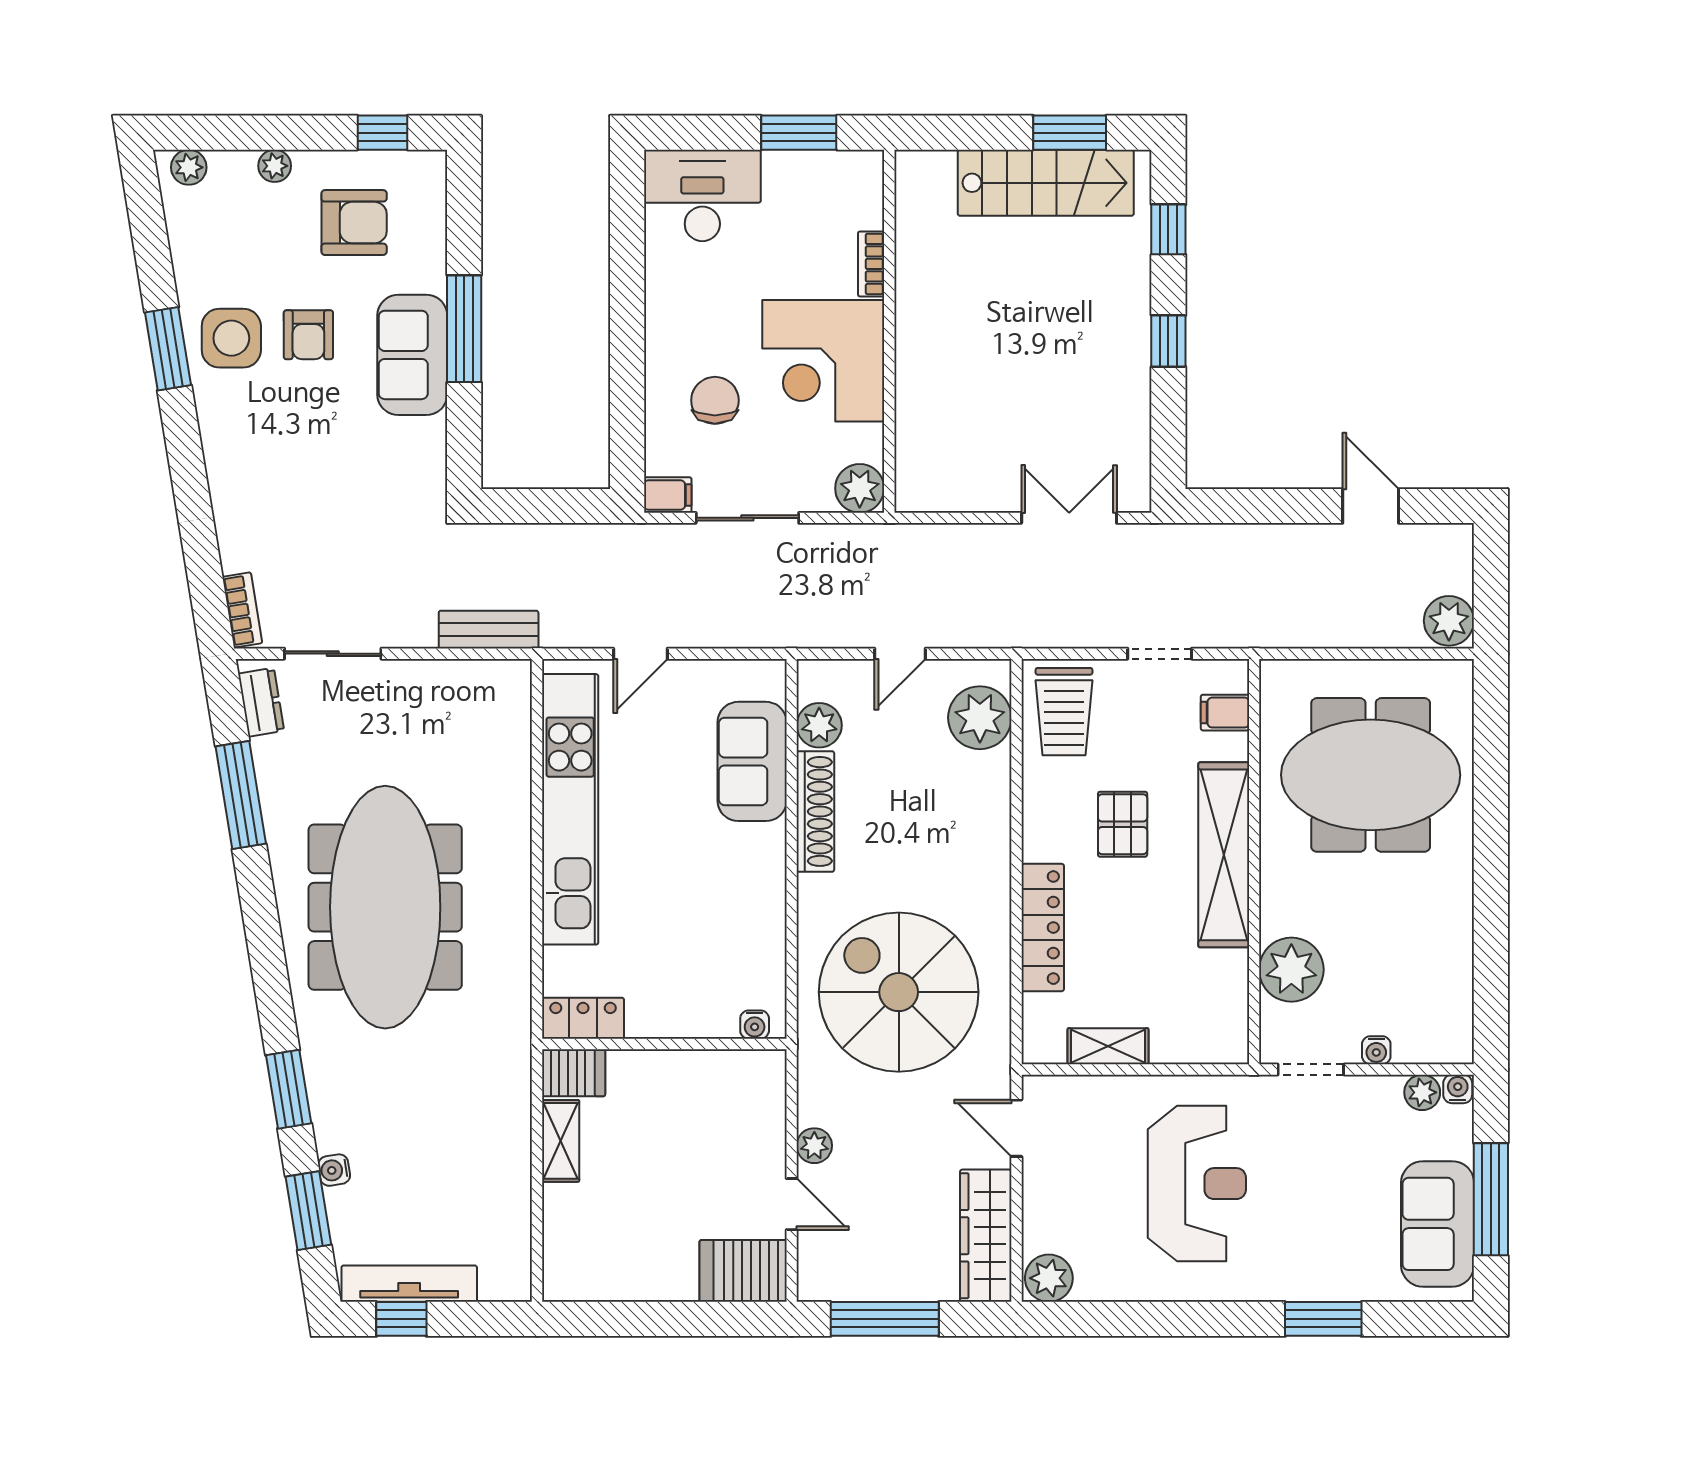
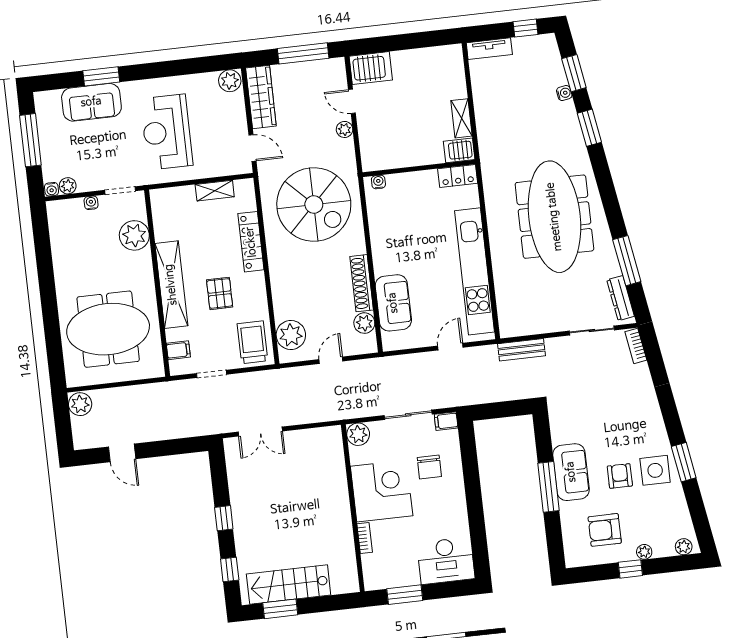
window: (382, 133) -> (630, 569), moved
dresser: (261, 702) -> (621, 298), width x1.44
sofa: (1438, 1224) -> (91, 102), moved, turned 90
tv unit: (409, 1284) -> (489, 49), moved, width x0.71

